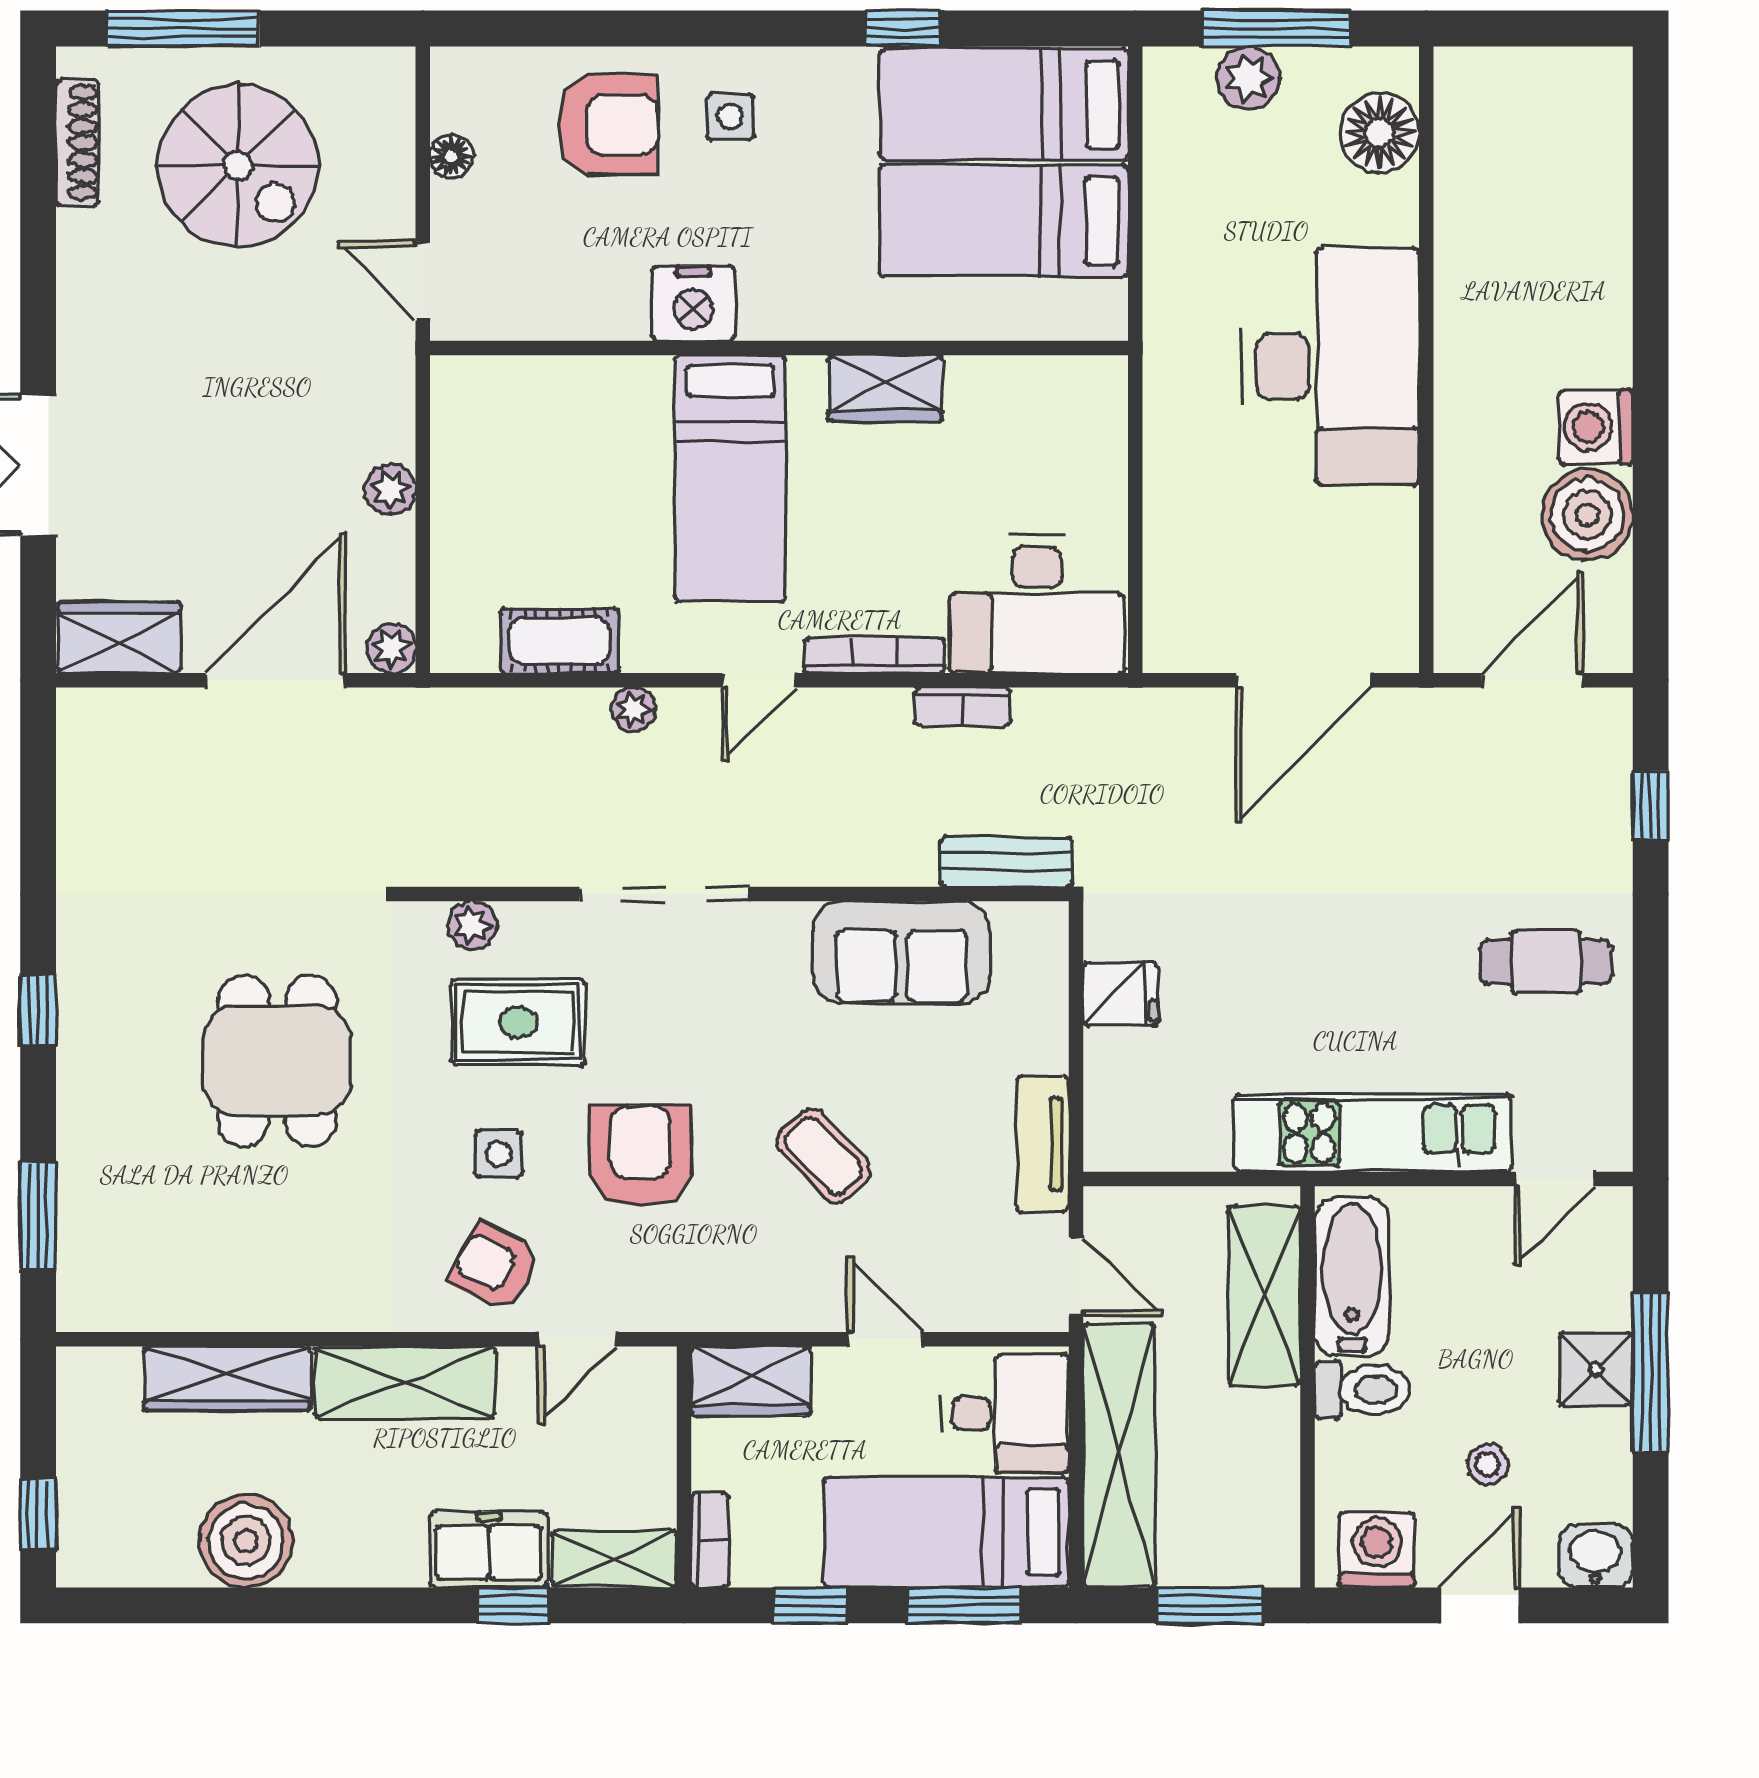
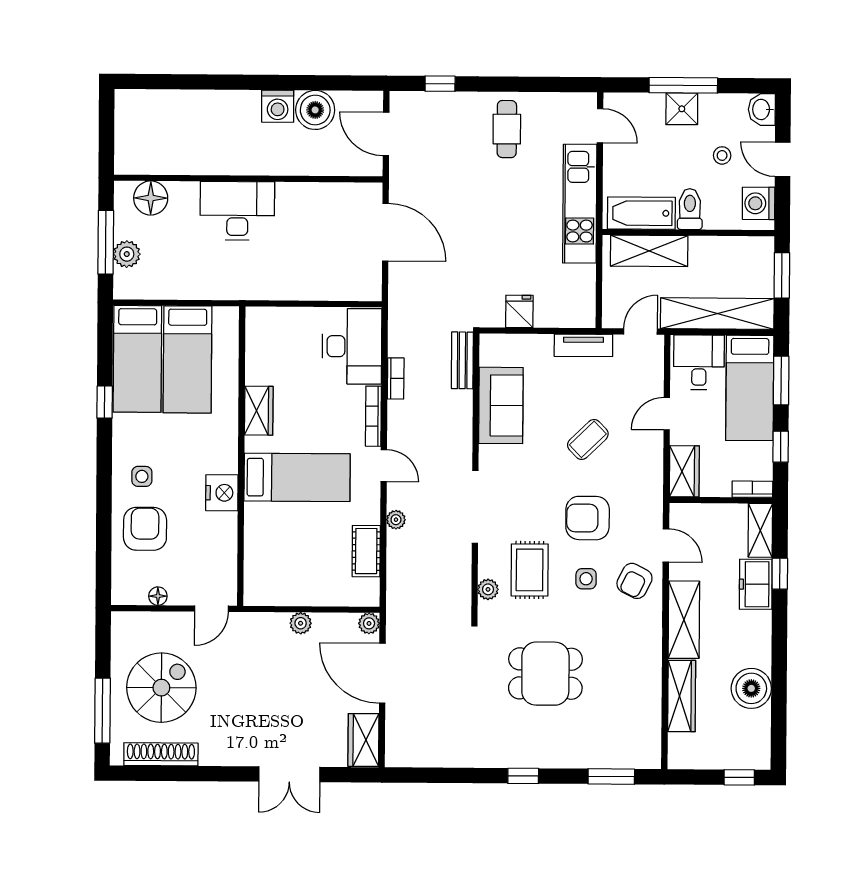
shoe rack: (78, 143) -> (161, 754), width x1.36, depth x1.24
desk: (1330, 366) -> (237, 211), width x0.73, depth x0.77

